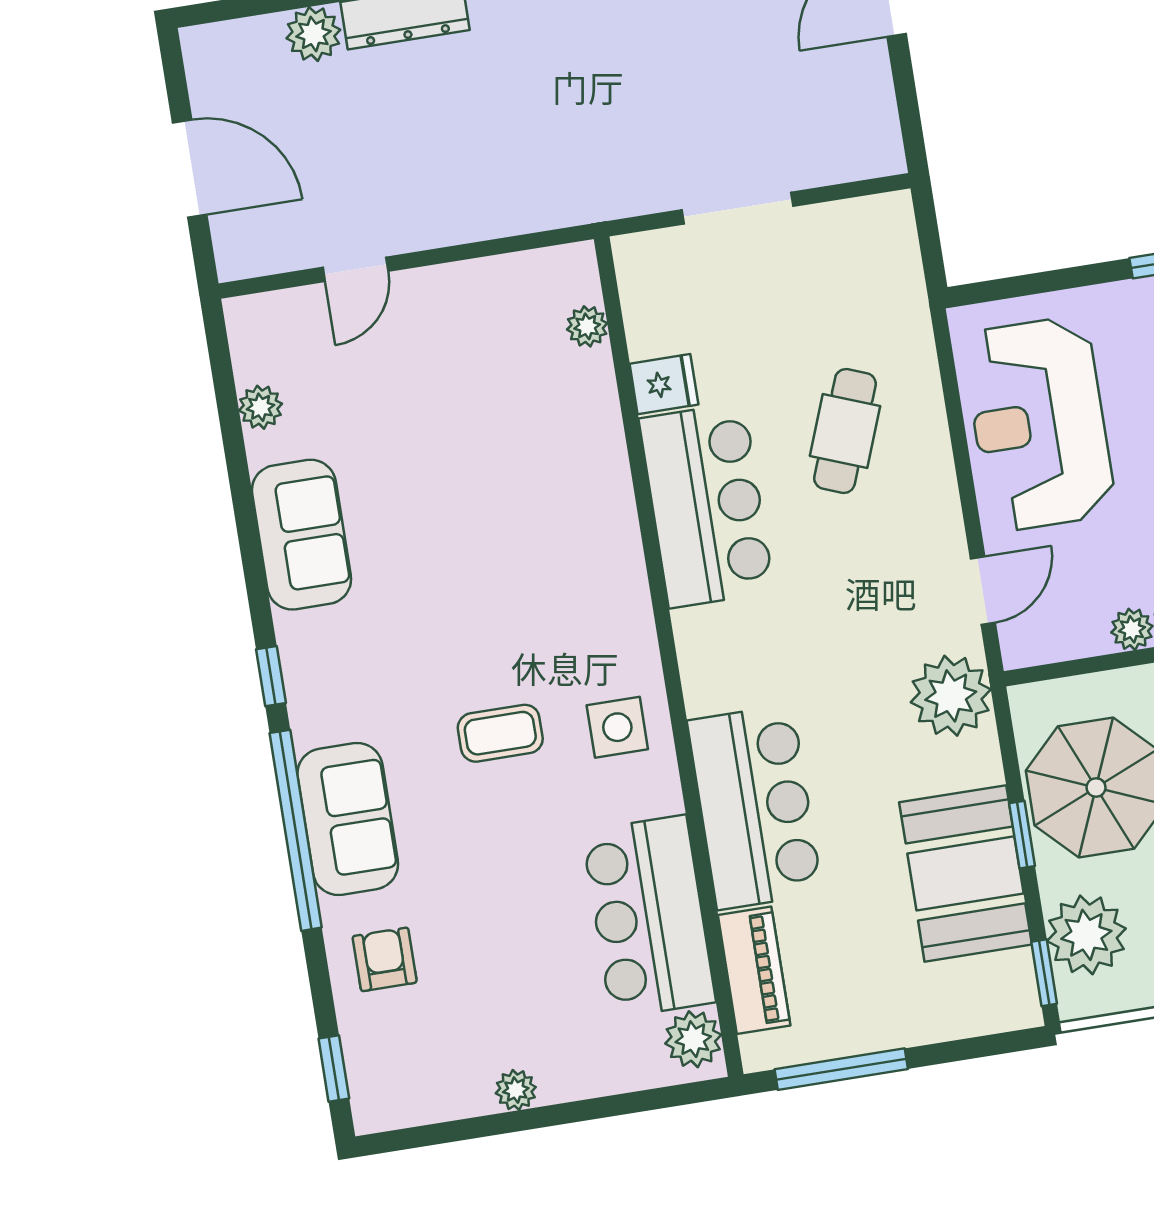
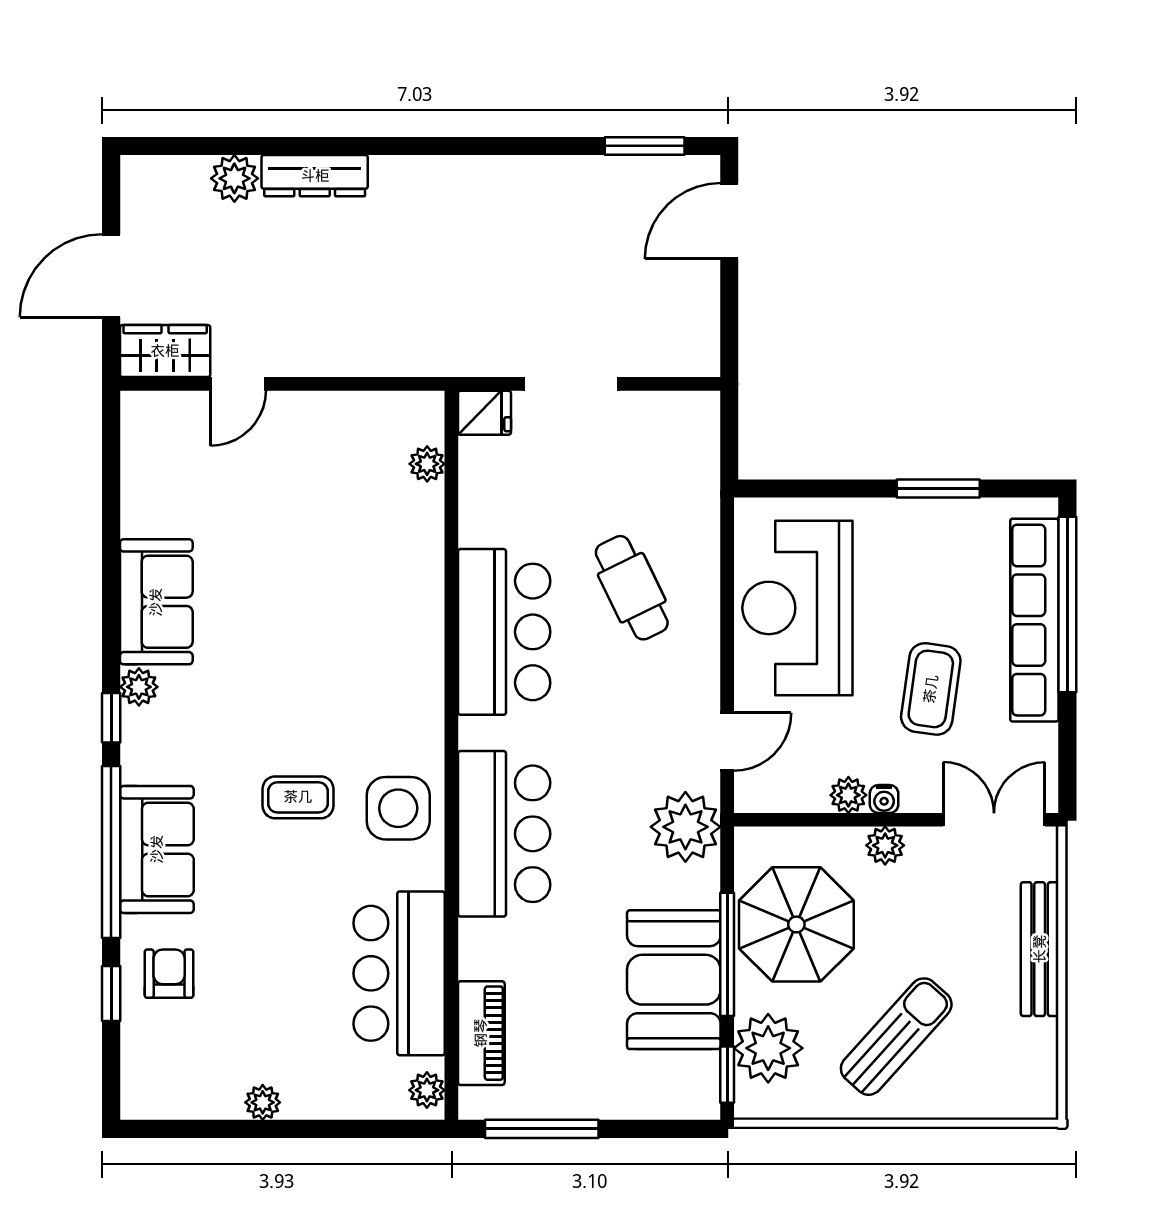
door: (190, 168) -> (111, 276), swing flipped
wardrobe: (266, 245) -> (165, 351), added
fridge: (664, 384) -> (484, 413), moved
plant: (261, 407) -> (139, 687), moved
cafe table: (845, 431) -> (632, 588), turned -47
side table: (617, 727) -> (398, 808), width x1.37, depth x1.37
bar counter: (755, 807) -> (504, 834), moved
window: (1022, 835) -> (727, 954), width x2.17
plant: (693, 1039) -> (427, 1090), width x0.73, depth x0.73
window: (334, 1069) -> (111, 993), moved

